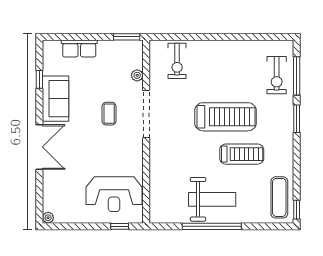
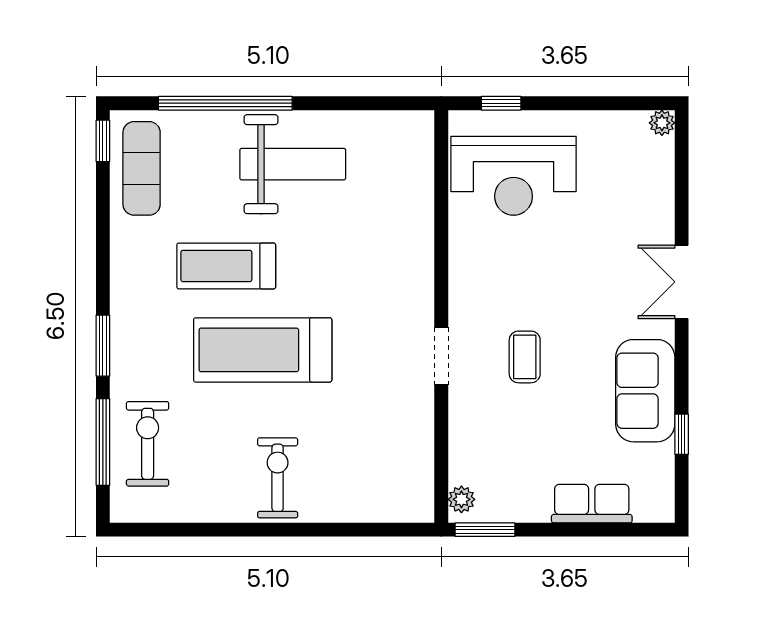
exercise bike: (177, 61) -> (278, 478), moved
plant: (137, 75) -> (461, 499), moved
doorway: (146, 114) -> (441, 356), width x0.53
double door: (39, 147) -> (682, 282), width x0.73
reception desk: (114, 194) -> (514, 176), turned 180
weight bench: (212, 199) -> (293, 164), turned 180
window: (212, 226) -> (225, 103), moved

